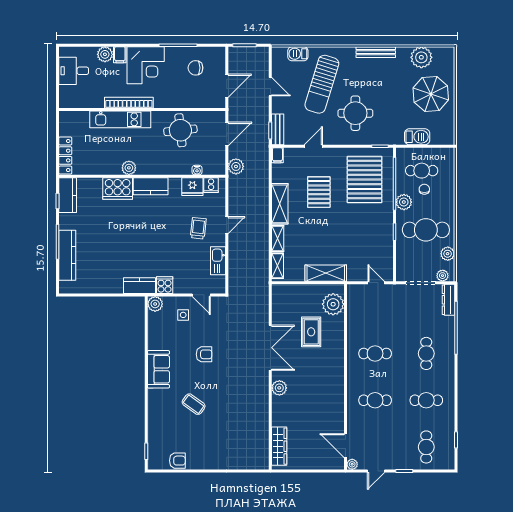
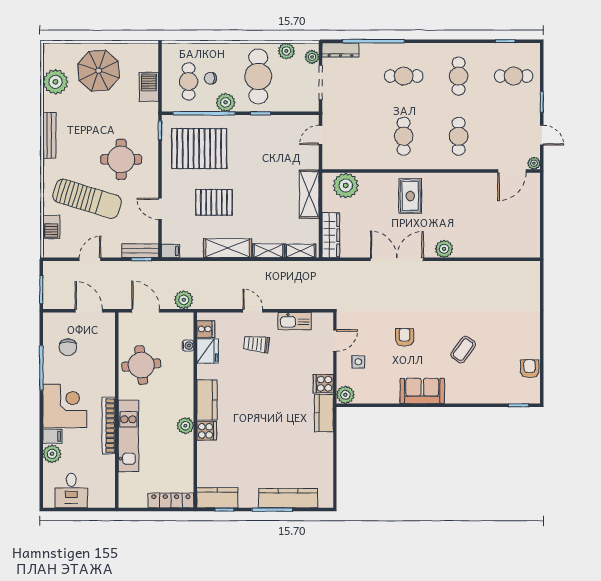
cooker: (118, 189) -> (207, 431), width x0.53, depth x0.76
rug: (311, 332) -> (410, 196), moved, turned 90
wardrobe: (279, 446) -> (331, 235), moved, turned 90

